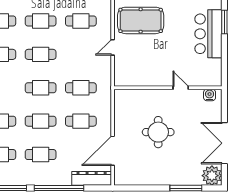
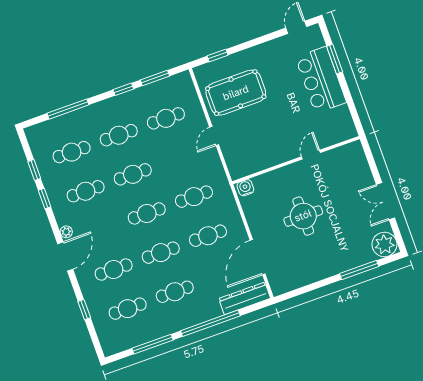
door: (181, 88) -> (311, 155), hinge flipped
water cooler: (210, 95) -> (245, 188), moved
double door: (224, 143) -> (385, 201), width x0.73

